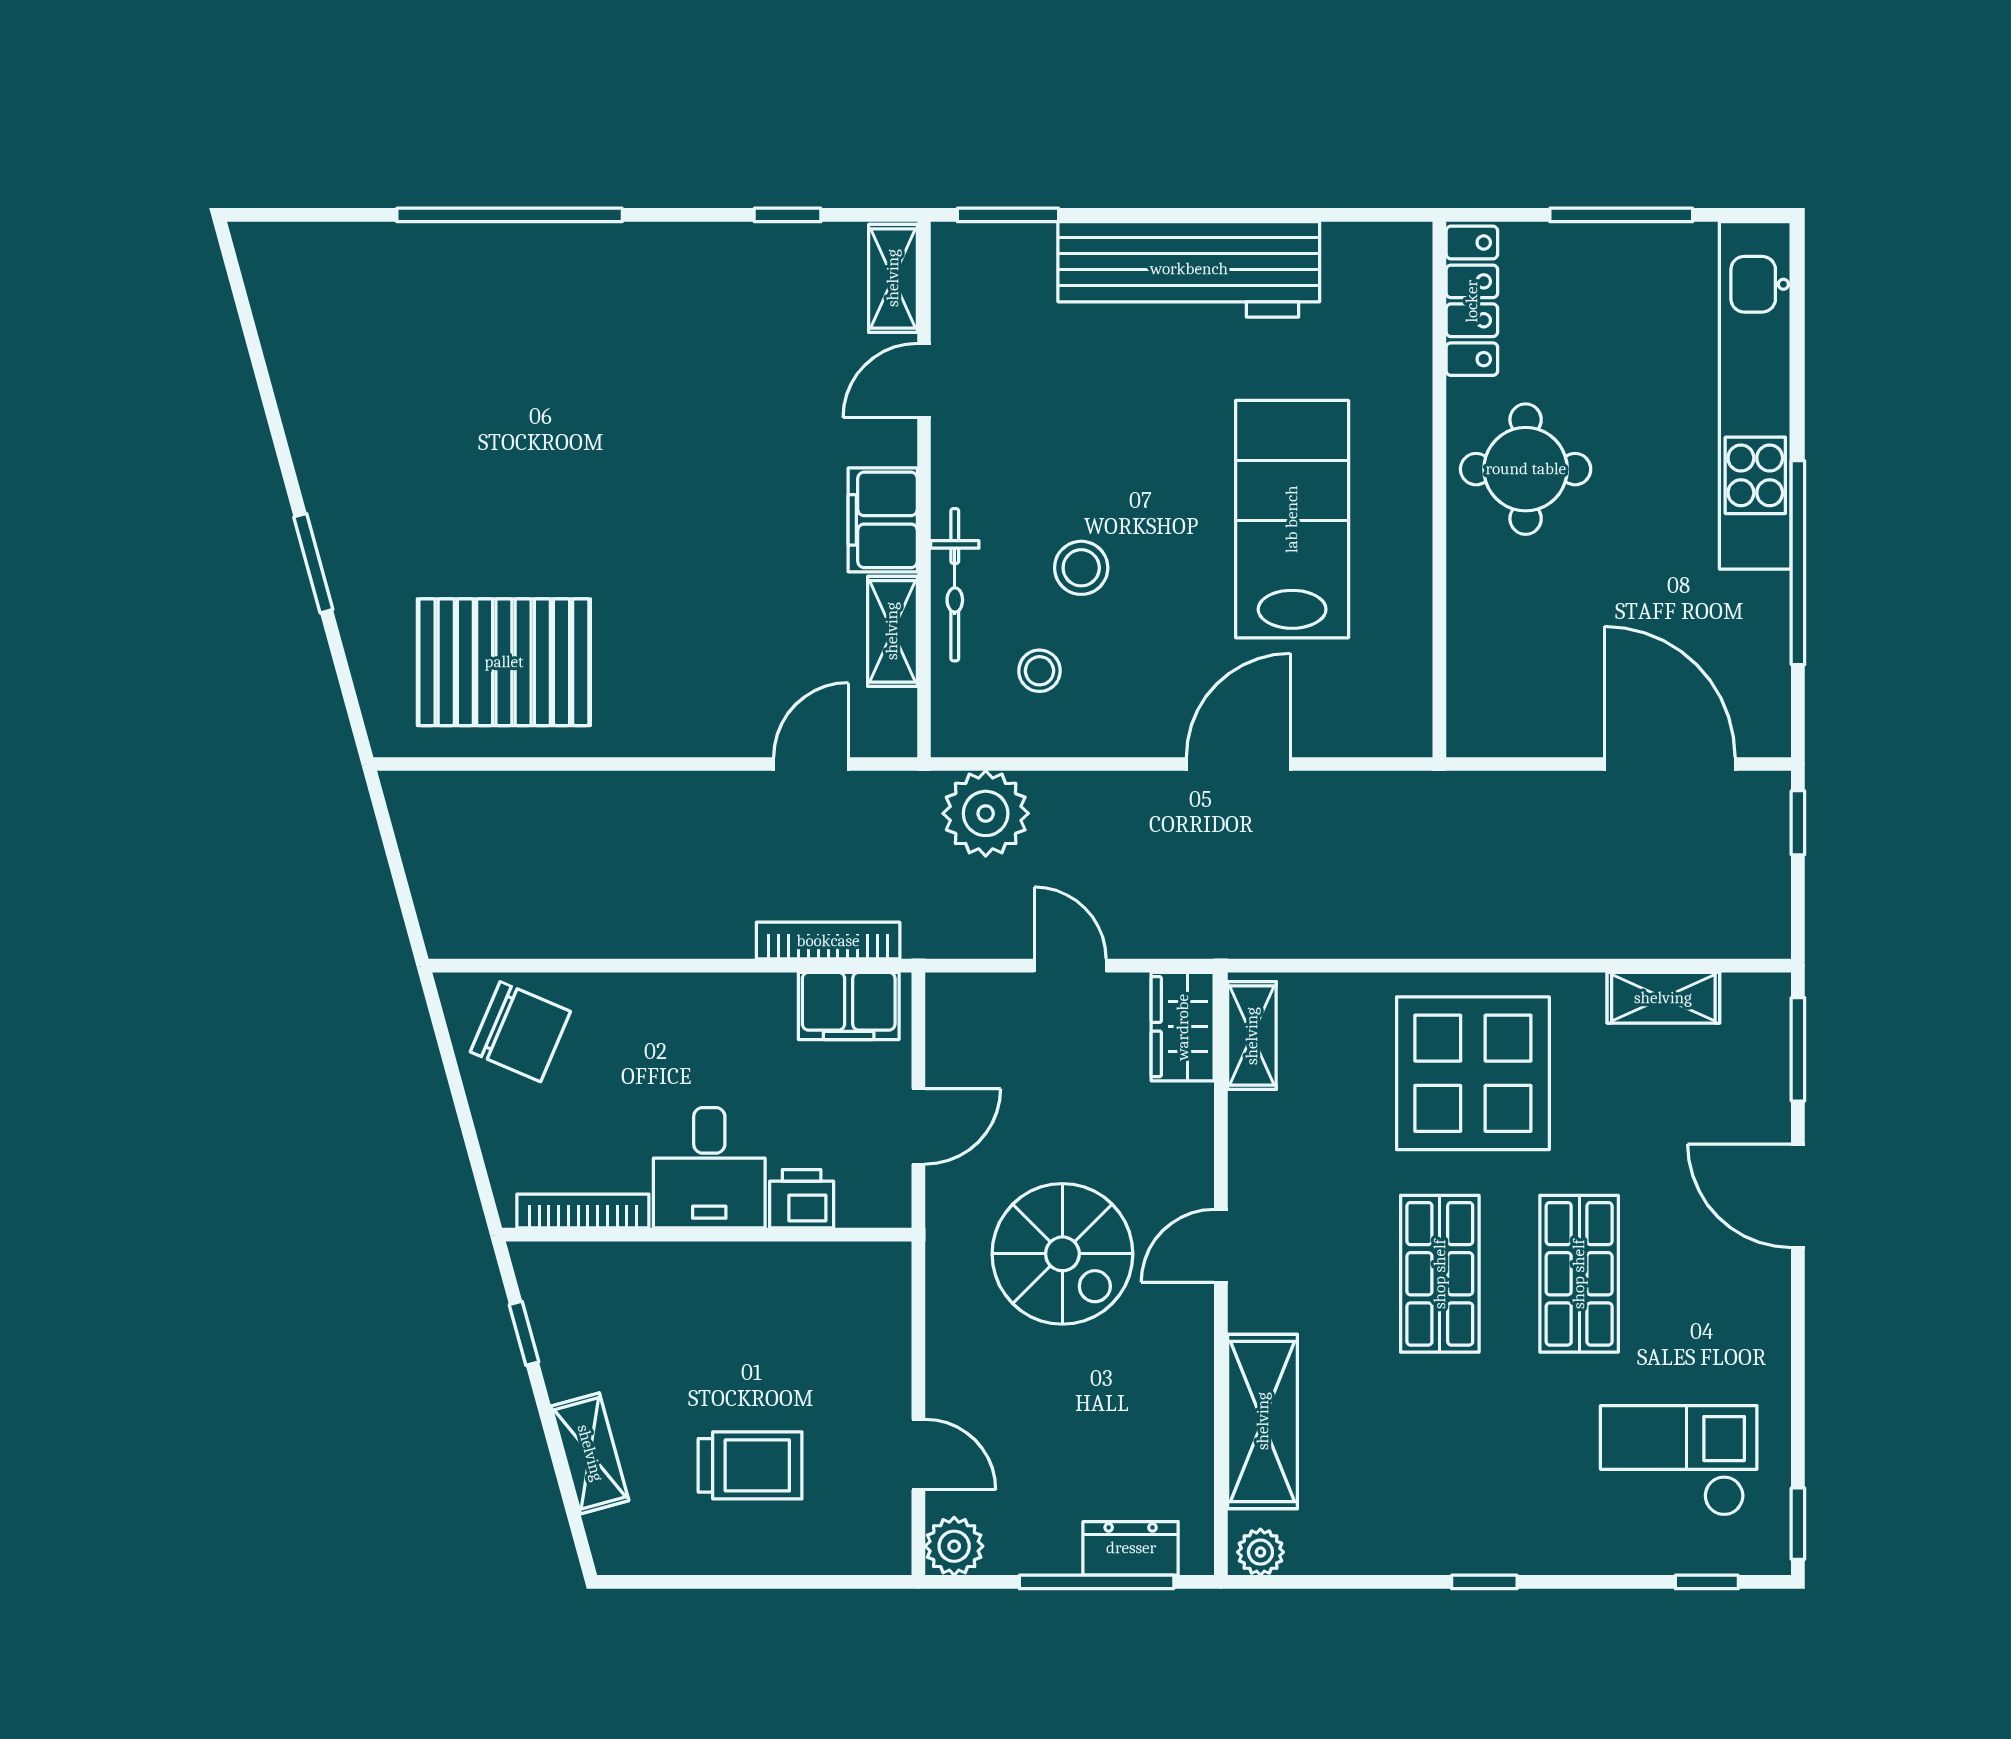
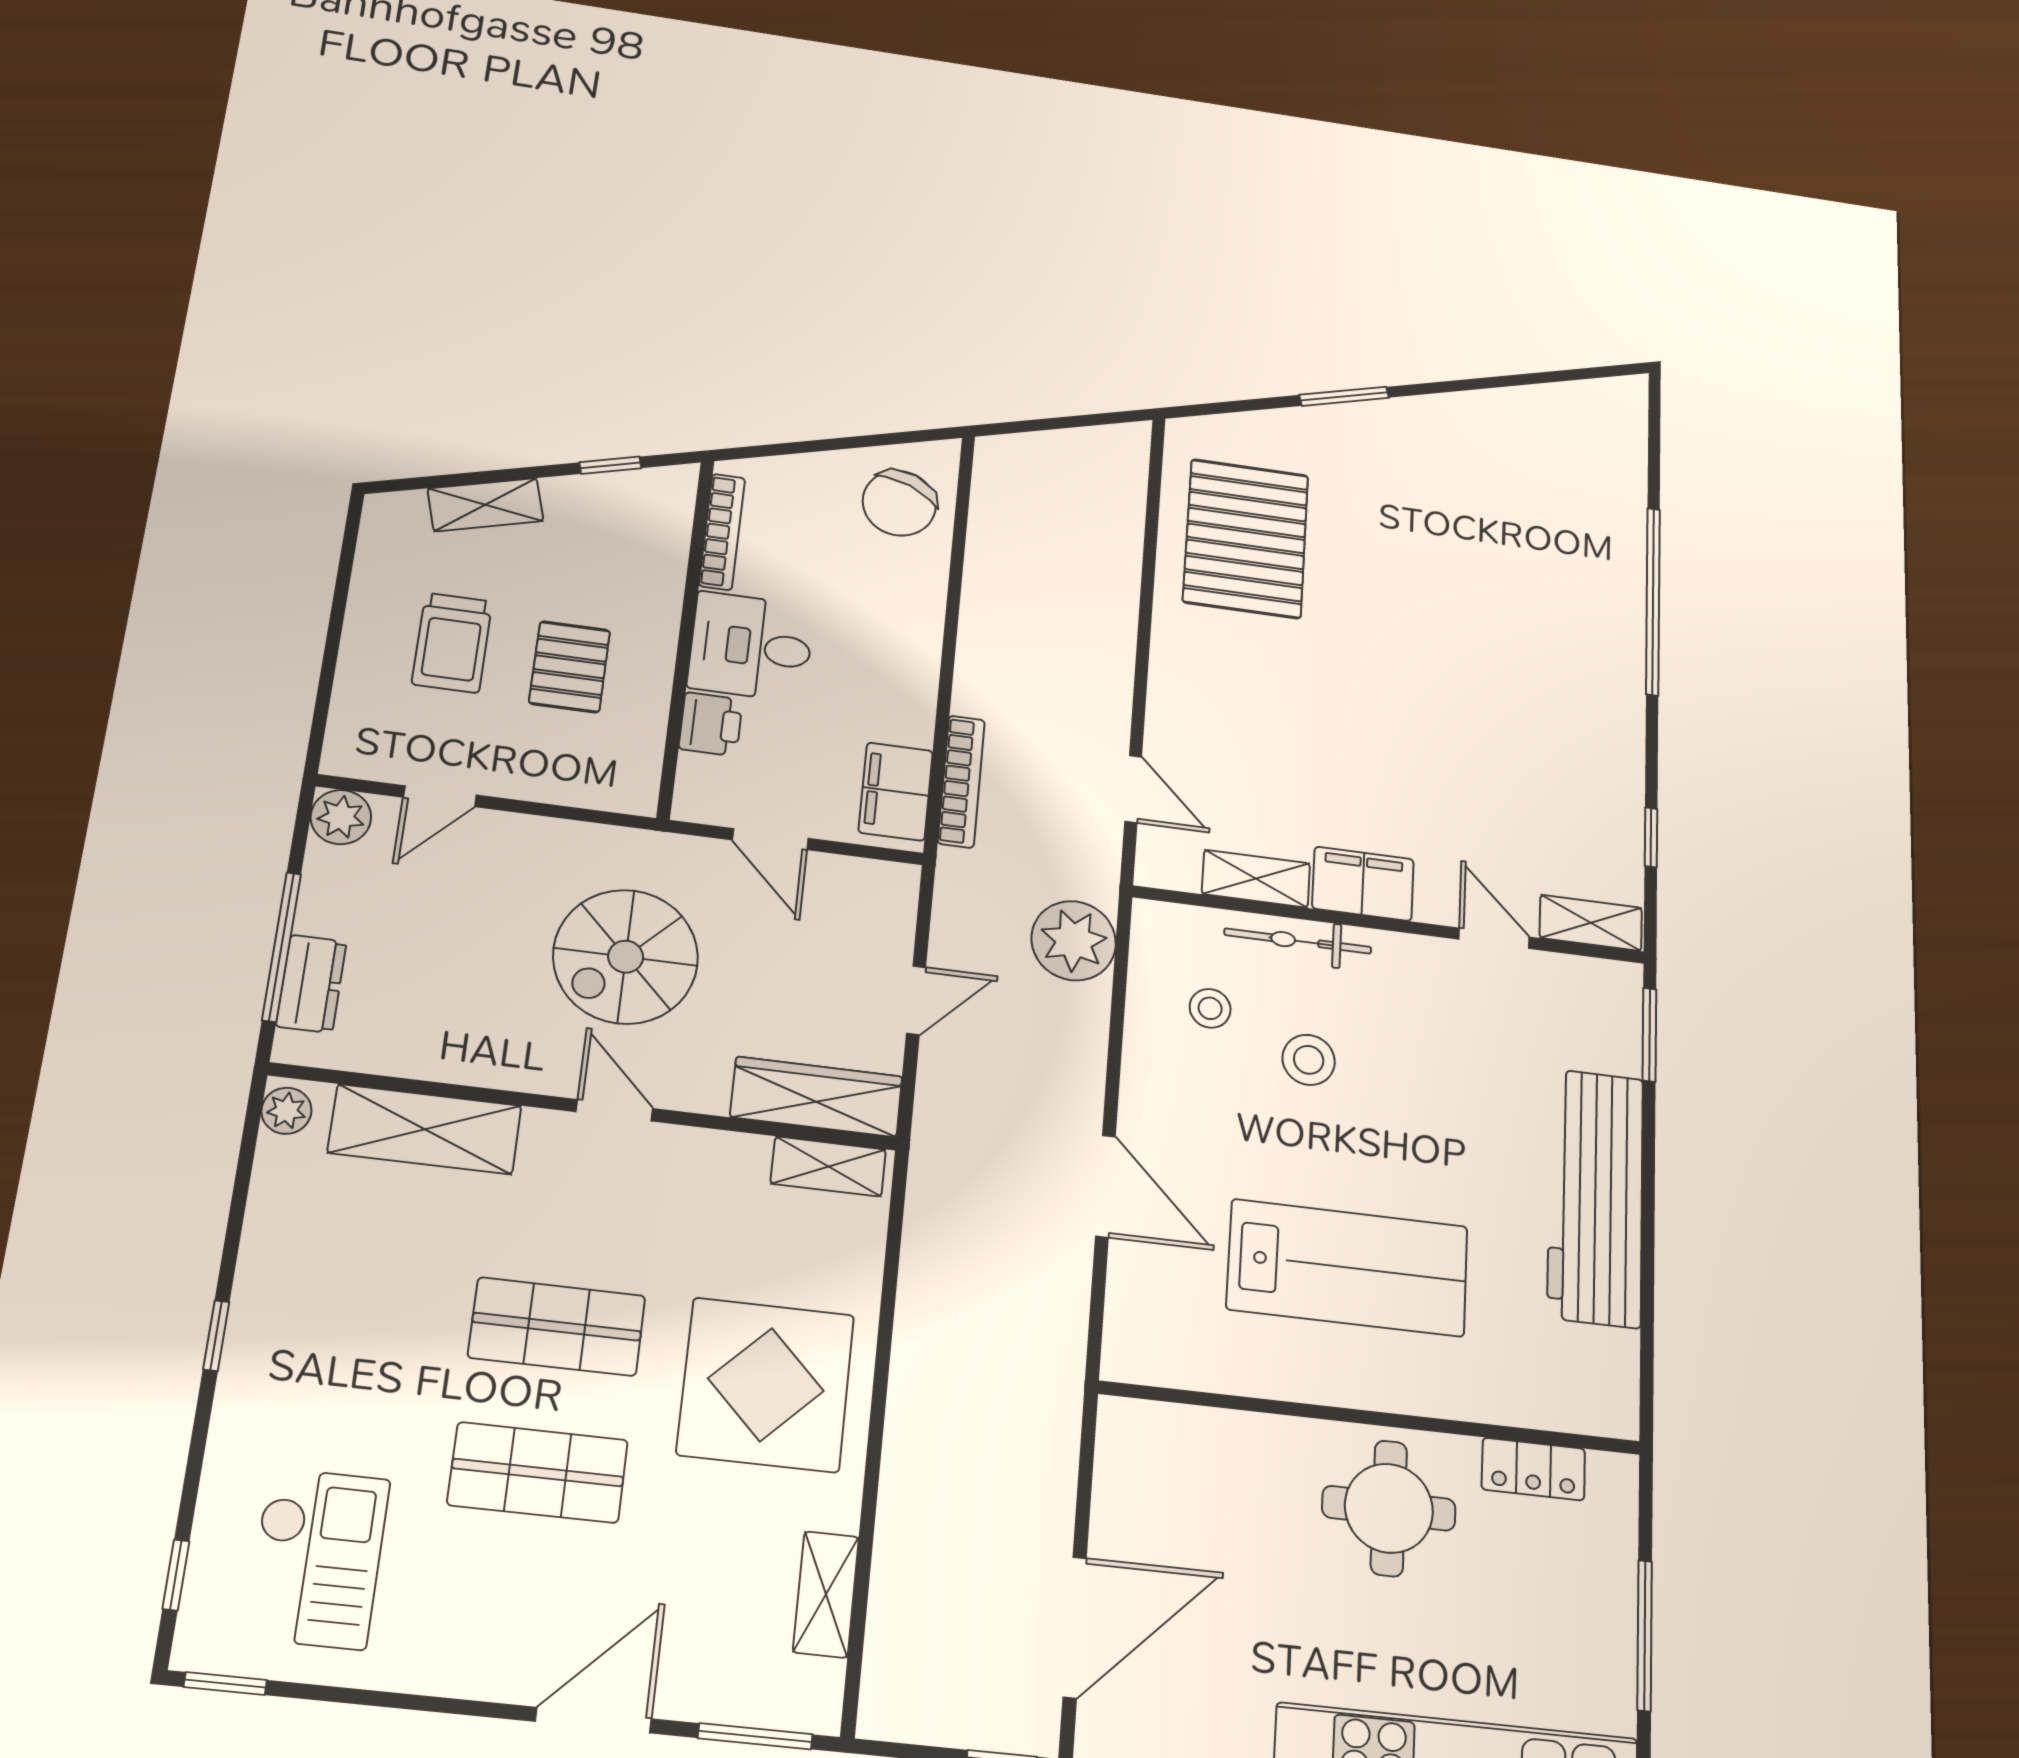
locker: (1472, 301) -> (1533, 1469), width x0.66
wardrobe: (1183, 1027) -> (816, 1097), width x1.50
pallet: (759, 1346) -> (570, 667), added

